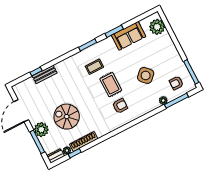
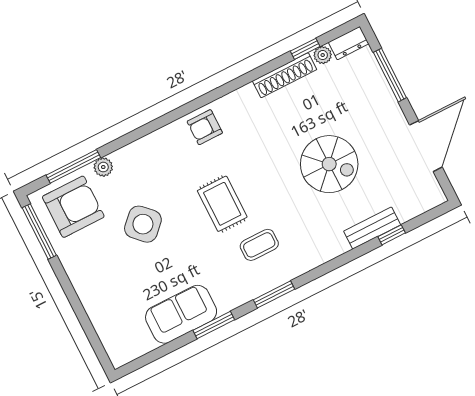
plant: (157, 27) -> (116, 334), removed
armchair: (176, 83) -> (73, 207), width x1.88, depth x1.88
armchair: (120, 106) -> (205, 127), moved
spiral stairs: (67, 117) -> (329, 164), moved
plant: (41, 130) -> (381, 103), removed

